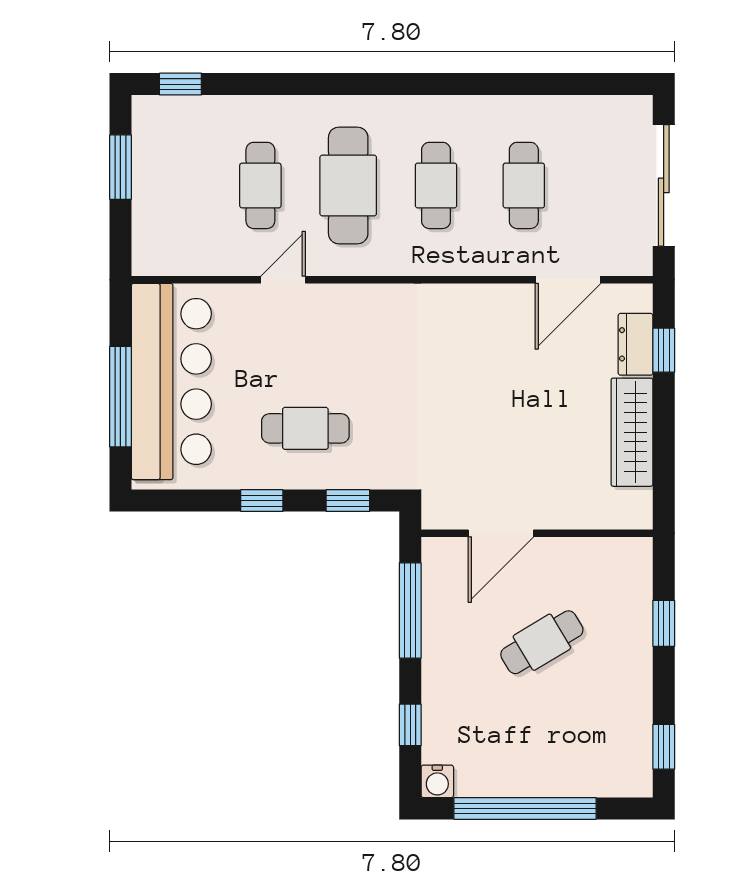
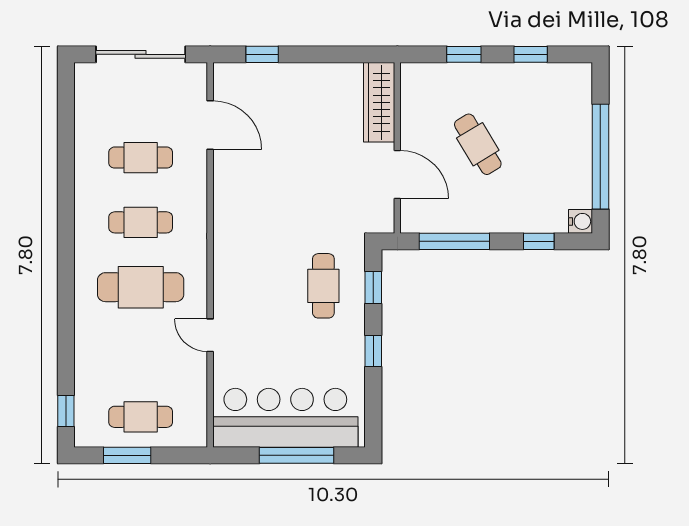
cafe table: (260, 185) -> (141, 417), moved
dresser: (636, 344) -> (258, 75), removed
cafe table: (305, 428) -> (323, 286), moved
wardrobe: (632, 432) -> (379, 102), moved, turned 90
window: (664, 747) -> (531, 54), moved

